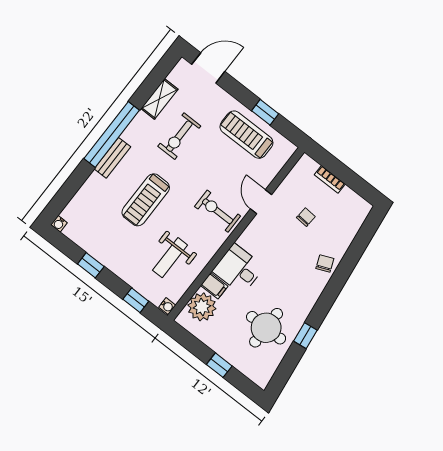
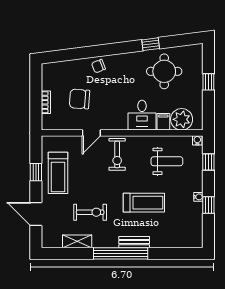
door: (208, 68) -> (36, 214), moved
chair: (306, 217) -> (80, 99), width x1.87, depth x1.87
water cooler: (59, 224) -> (198, 197), moved

